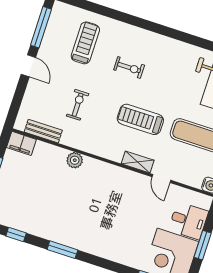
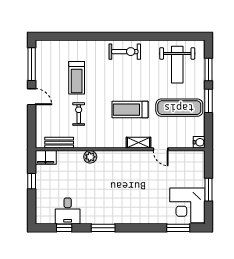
treadmill: (85, 43) -> (77, 78), moved, turned 180
exercise bike: (129, 67) -> (125, 52), moved, width x1.38, depth x1.39
desk: (188, 221) -> (68, 211), moved, turned 90

